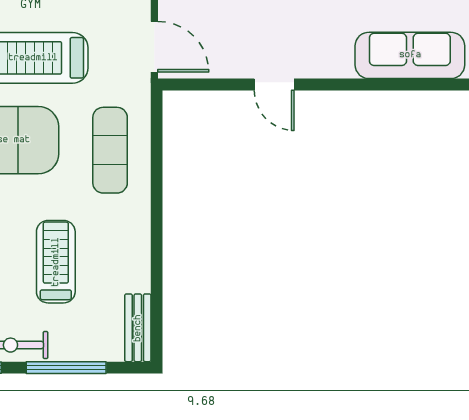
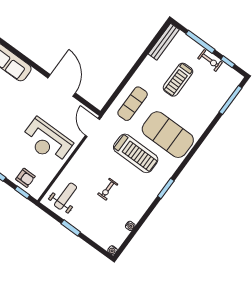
door: (274, 85) -> (62, 85), width x1.88
bench: (138, 328) -> (164, 42), width x1.36

